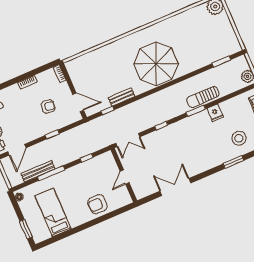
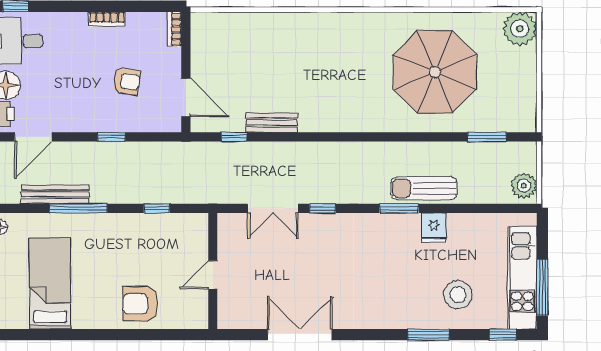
parasol: (156, 64) -> (435, 72), moved
double door: (128, 140) -> (273, 208), moved

